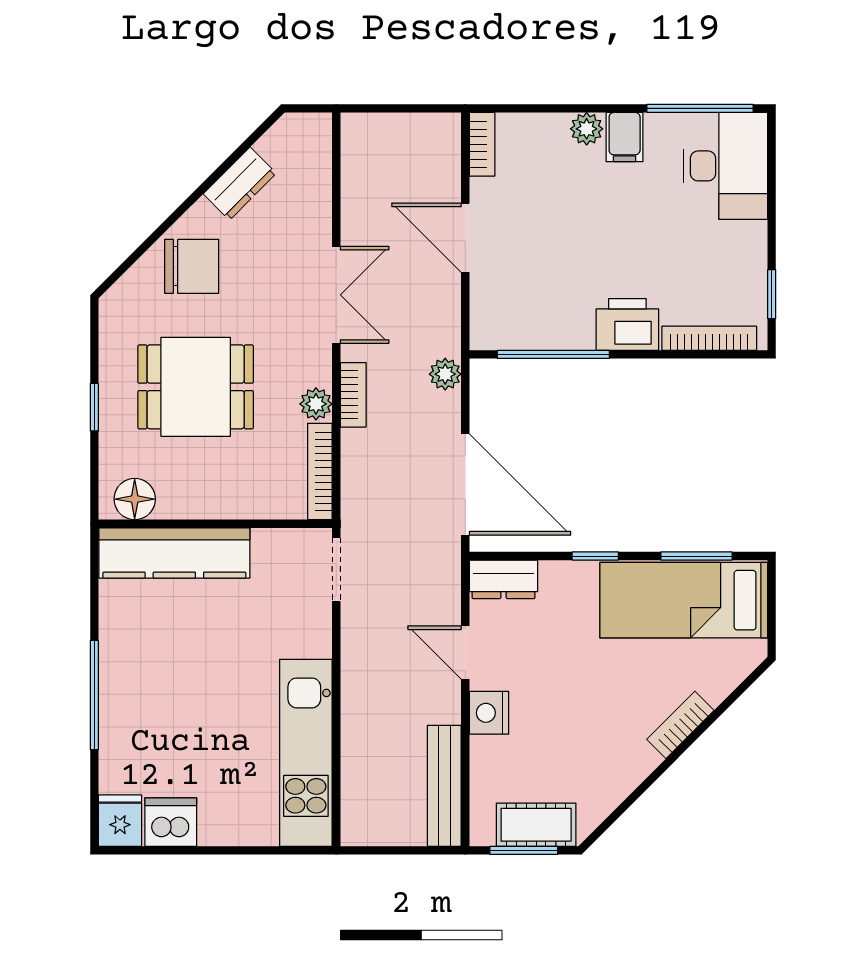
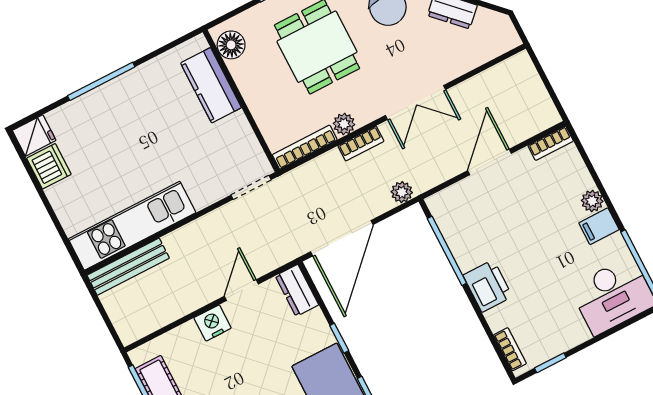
bookcase: (709, 338) -> (510, 349), width x0.64
kitchen counter: (174, 553) -> (211, 85), width x0.67
bench: (444, 786) -> (128, 267), moved

